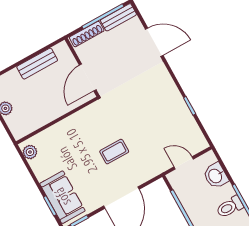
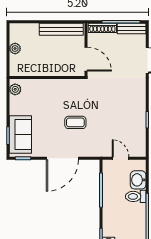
bench: (37, 64) -> (61, 29), width x1.36
door: (88, 77) -> (86, 59), swing flipped
toilet: (230, 207) -> (136, 196), moved

